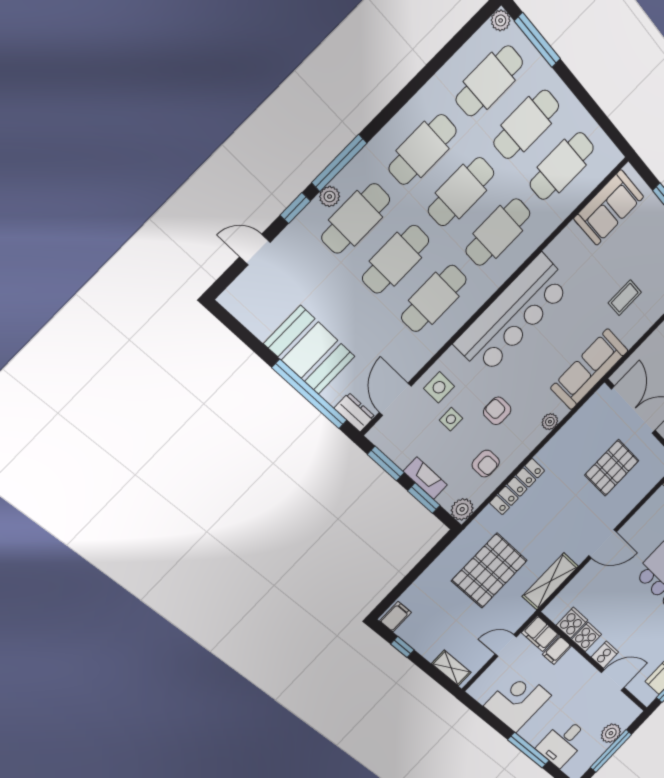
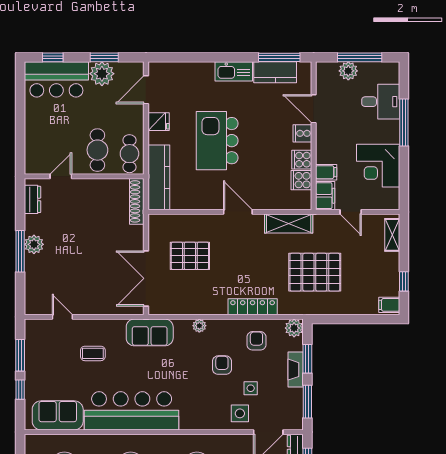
bar counter: (513, 315) -> (132, 411), moved
sofa: (589, 369) -> (150, 332), width x0.73
armchair: (497, 411) -> (222, 365), turned 180

